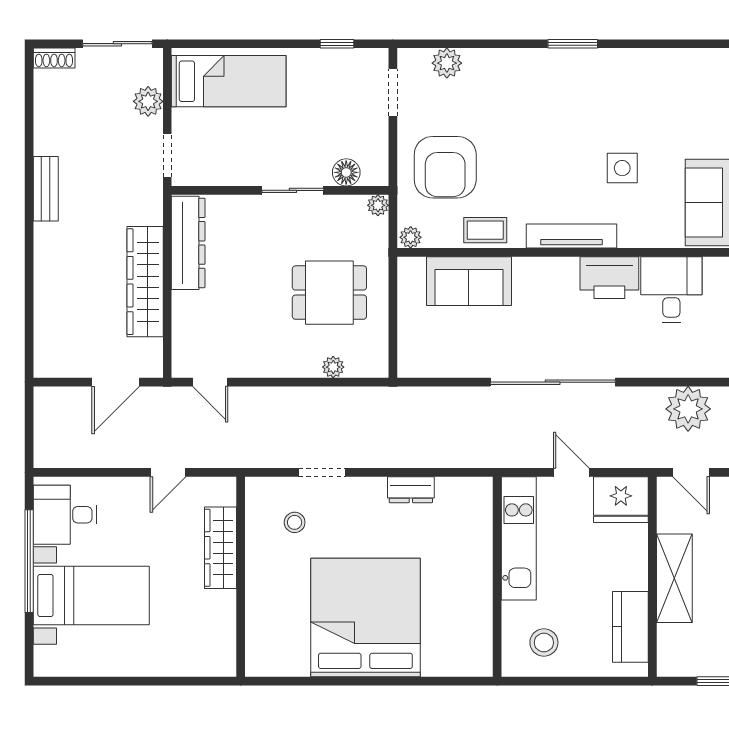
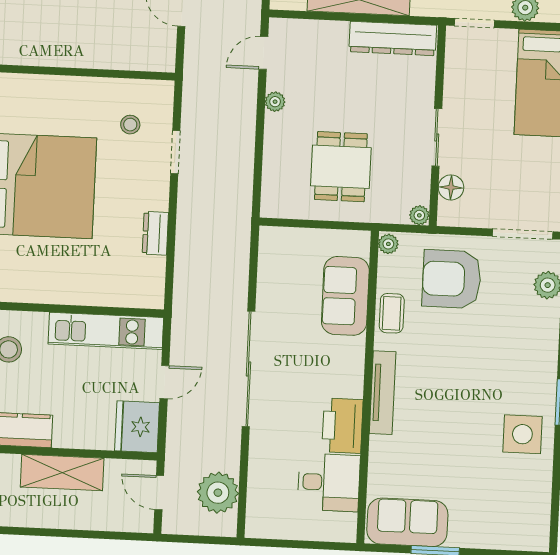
doorway: (393, 93) -> (523, 234), width x1.38
side table: (622, 168) -> (522, 434), moved, width x1.37, depth x1.37
plant: (333, 367) -> (275, 102), moved
door: (691, 472) -> (159, 493), hinge flipped
wardrobe: (221, 548) -> (110, 55), removed

